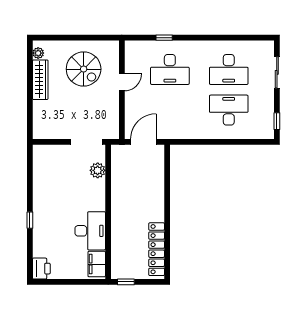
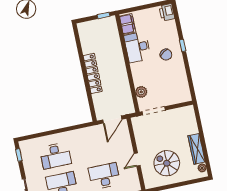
chair: (54, 213) -> (166, 55), added
locker: (157, 249) -> (93, 73), moved

